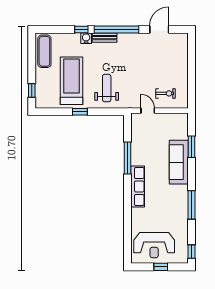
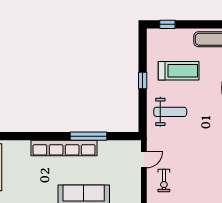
treadmill: (71, 81) -> (179, 71), width x0.73, depth x0.73
row of seats: (138, 186) -> (64, 148), width x1.36

